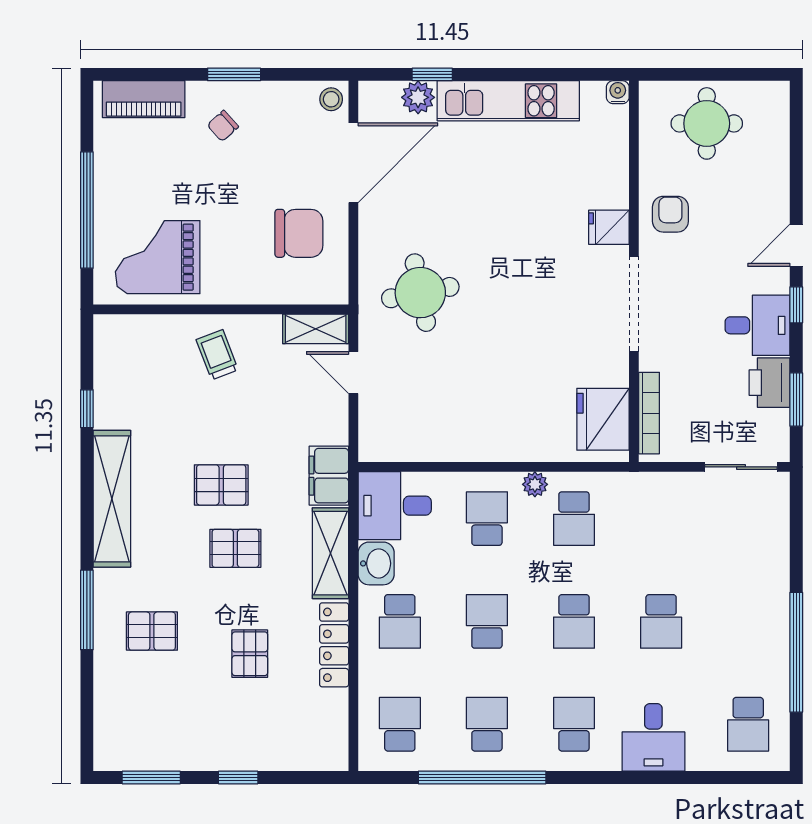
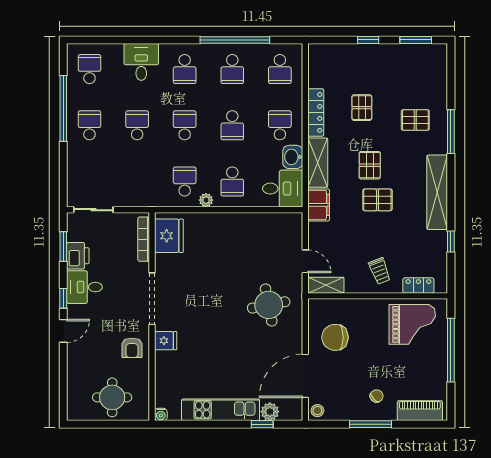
window: (234, 74) -> (370, 424), width x1.44
locker: (146, 328) -> (418, 285), added
pallet: (235, 548) -> (370, 165), turned 90
school desk: (748, 621) -> (89, 125), added

